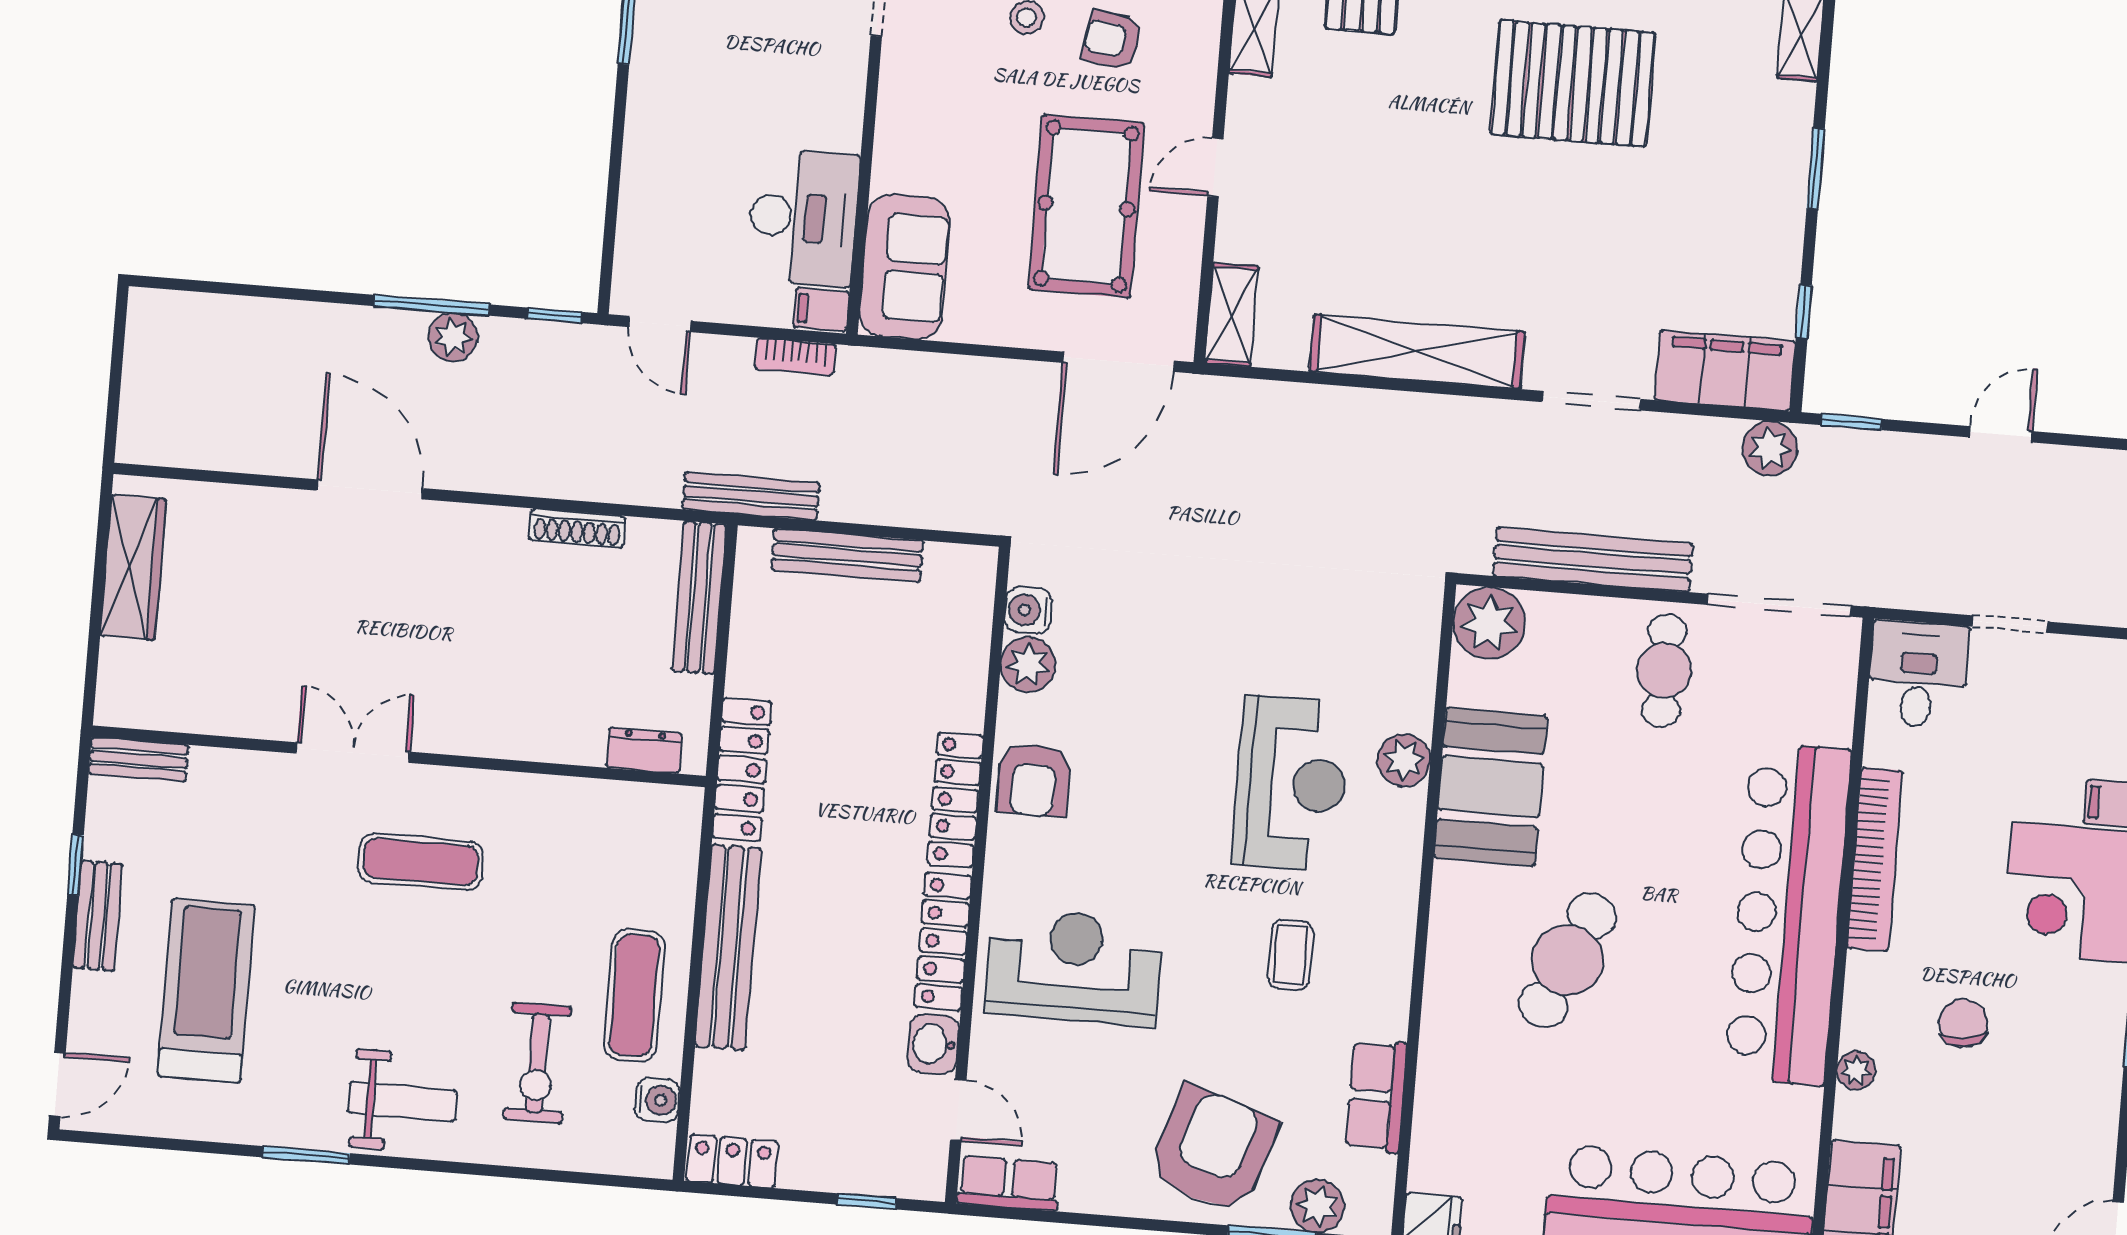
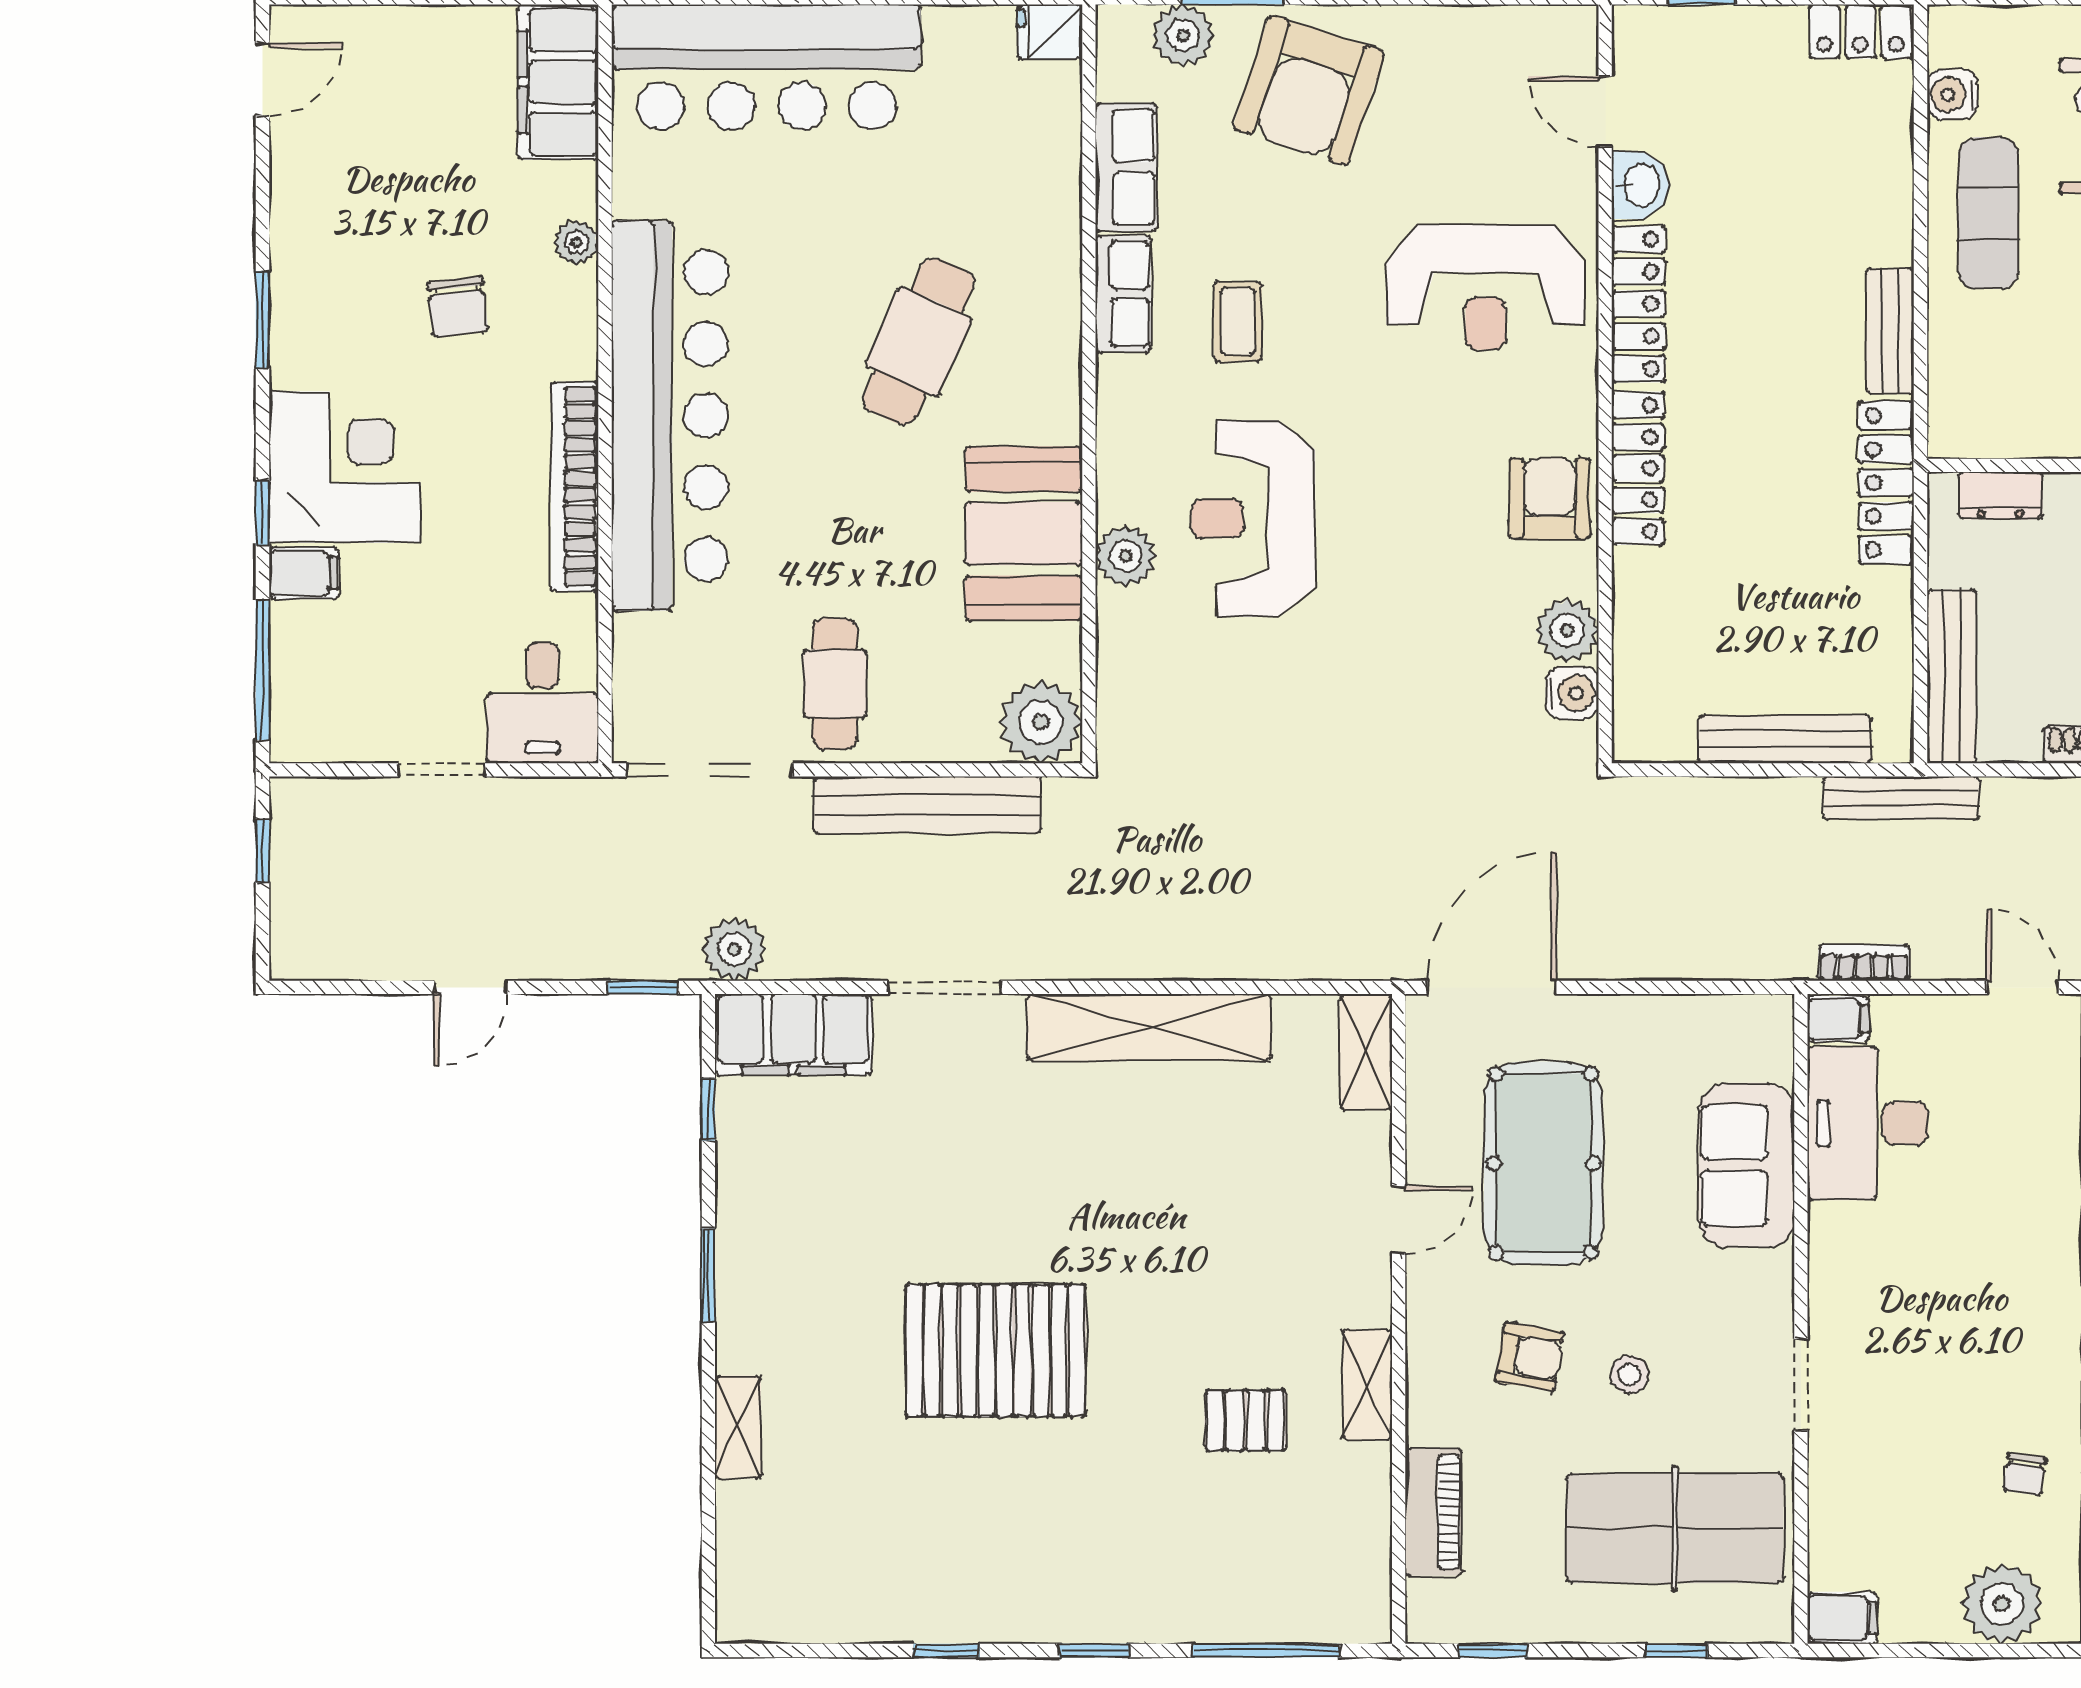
sofa: (904, 267) -> (1747, 1165), moved
bench: (728, 947) -> (1890, 331), width x0.54, depth x0.82
row of seats: (1009, 1183) -> (1123, 294), moved, turned -90

